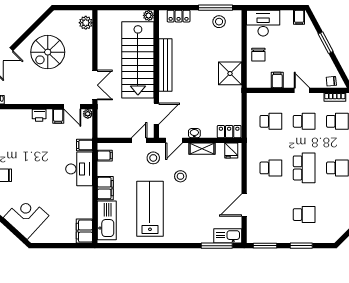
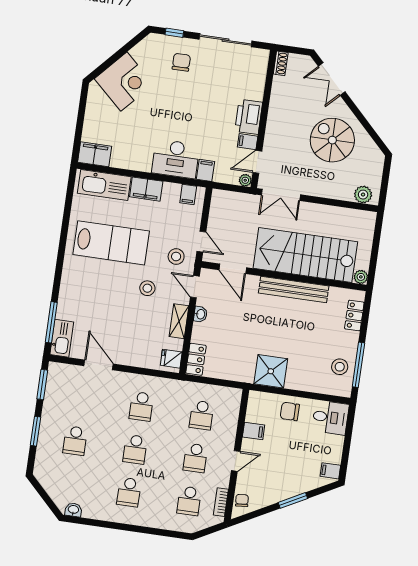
desk: (263, 23) -> (330, 417), width x0.73
printer: (39, 115) -> (249, 117), width x1.87, depth x1.48
school desk: (304, 168) -> (135, 449), width x0.54

